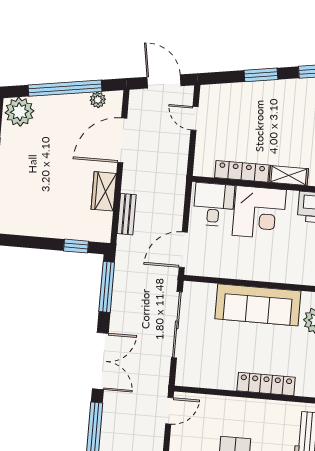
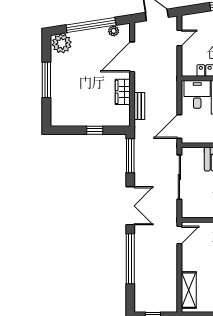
door: (195, 118) -> (179, 38), swing flipped
window: (76, 246) -> (95, 130), moved

